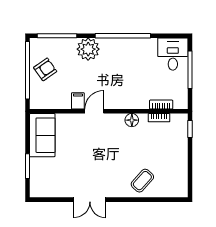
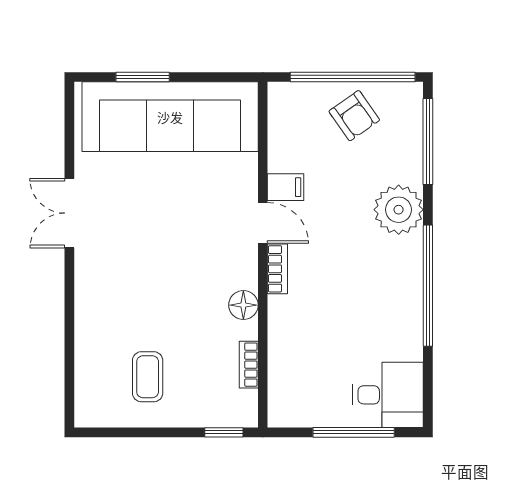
bookcase: (161, 105) -> (277, 269), moved
sofa: (42, 135) -> (170, 117), width x1.85, depth x1.27
coffee table: (142, 181) -> (148, 377), moved, turned 48

